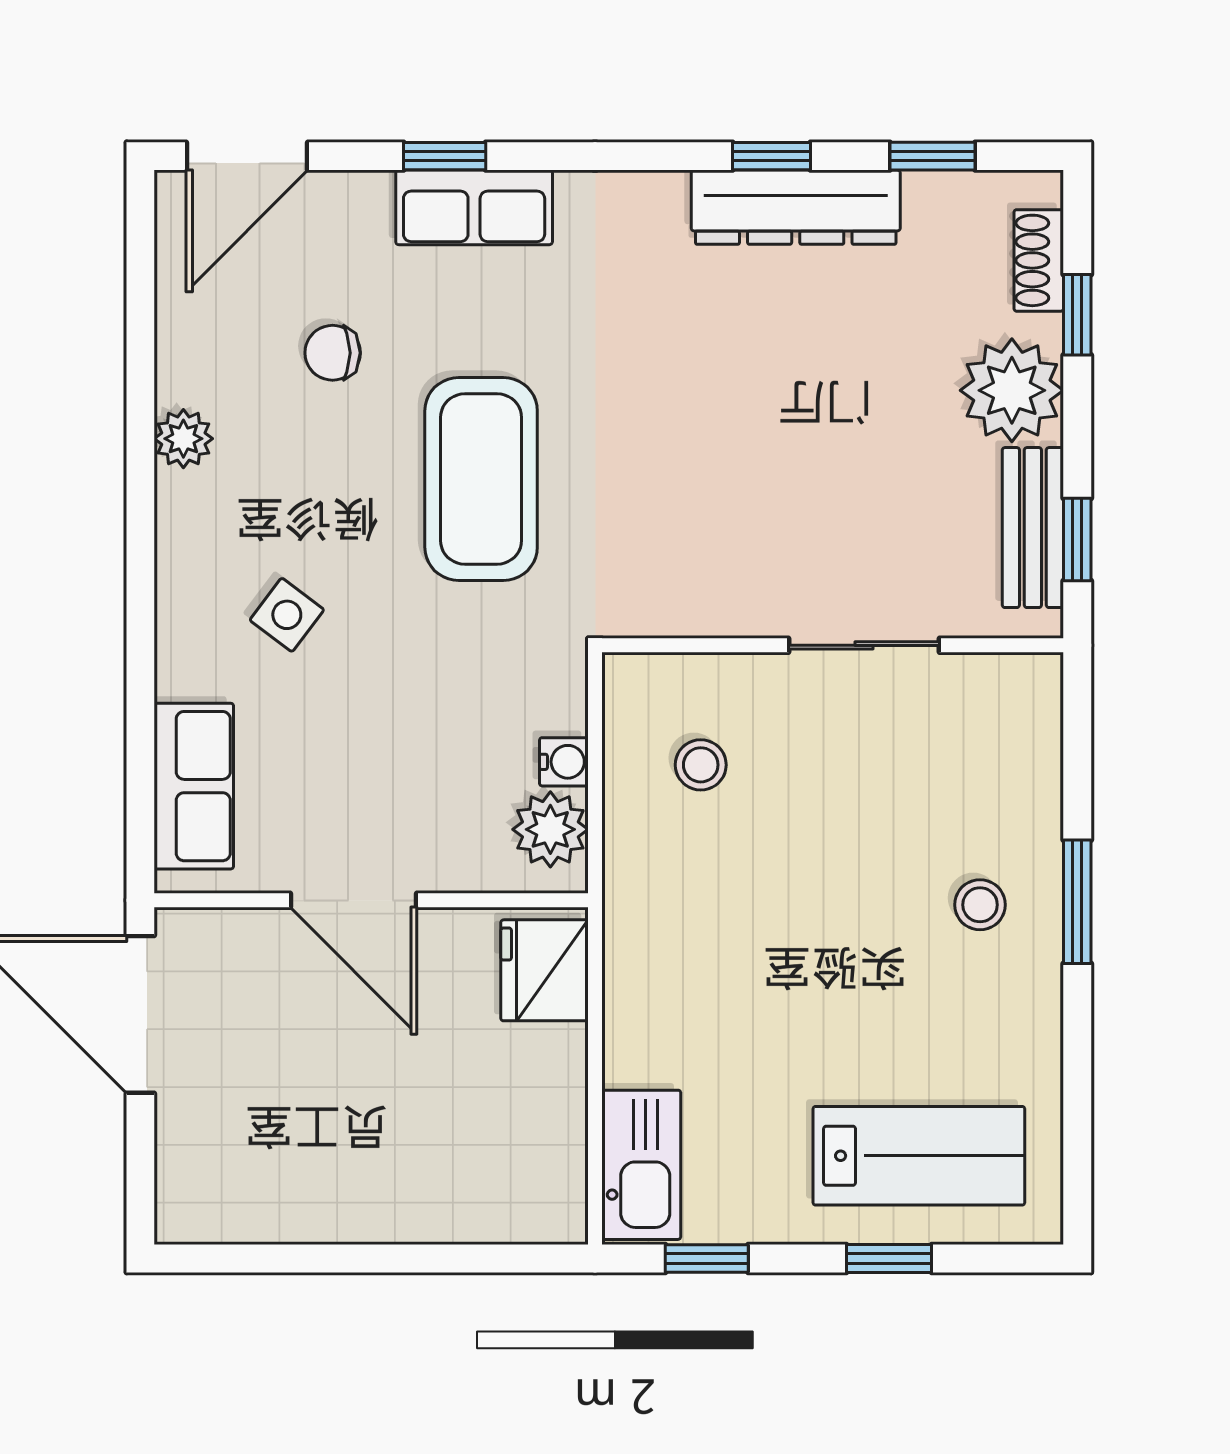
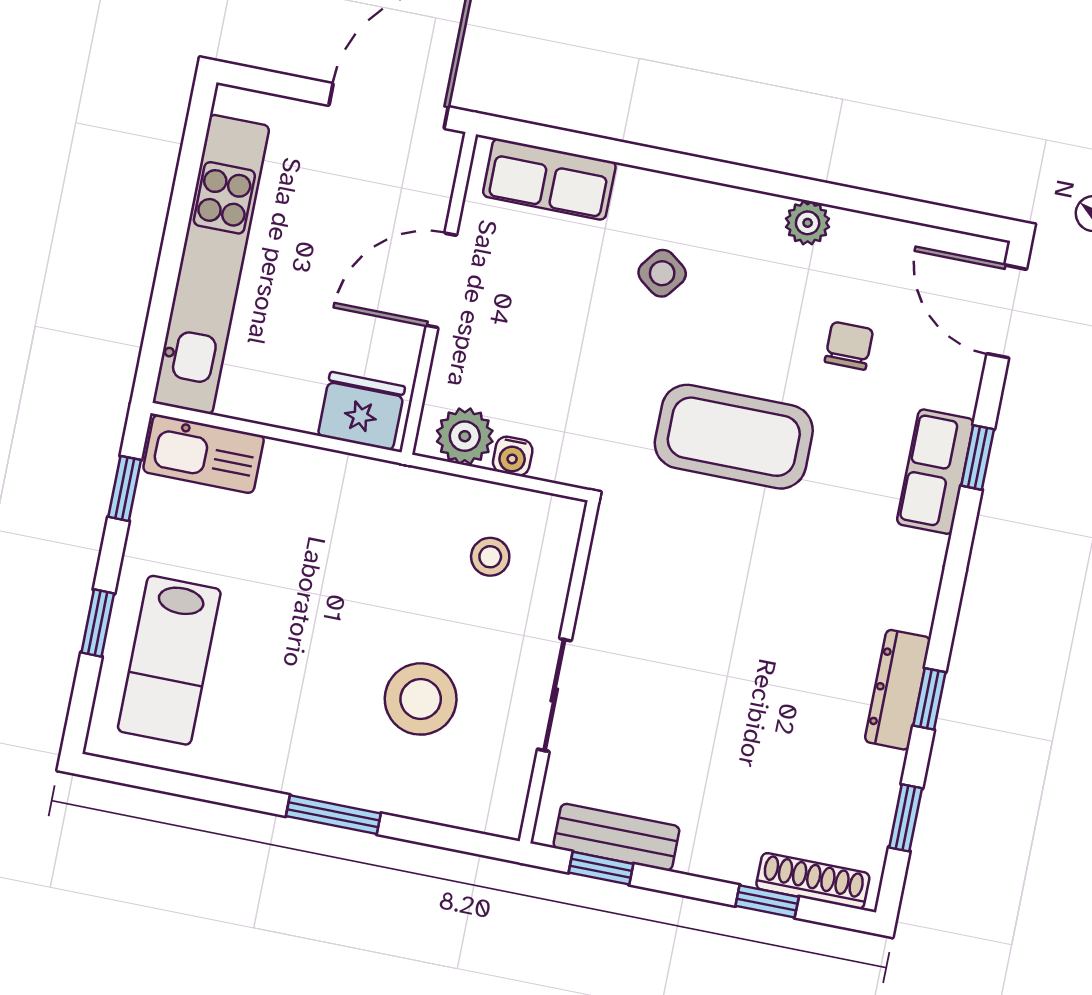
dresser: (796, 207) -> (898, 690), width x0.73, depth x0.80
shoe rack: (1039, 260) -> (813, 881), width x1.43
plant: (1012, 390) -> (721, 842), removed
stool: (980, 905) -> (421, 699), moved, width x1.89, depth x1.89
kitchen unit: (393, 1204) -> (211, 264), added

